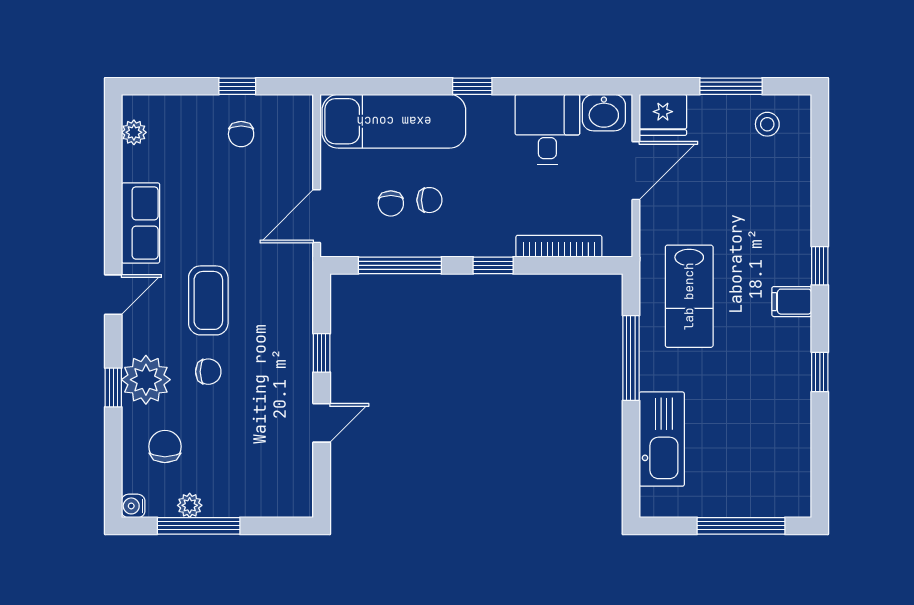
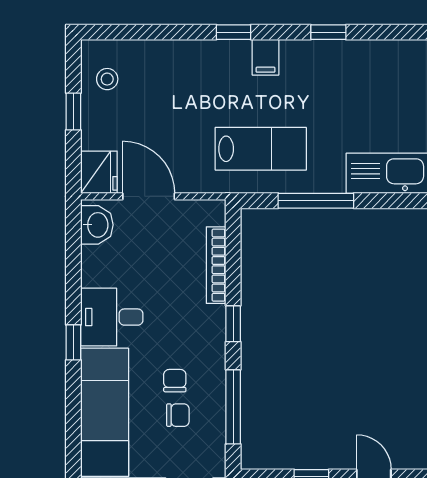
window: (731, 86) -> (73, 112), width x0.67
desk: (547, 129) -> (112, 317), moved

